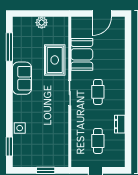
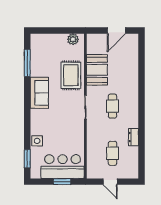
plant: (42, 23) -> (73, 39), moved
bar counter: (46, 155) -> (63, 167), added

